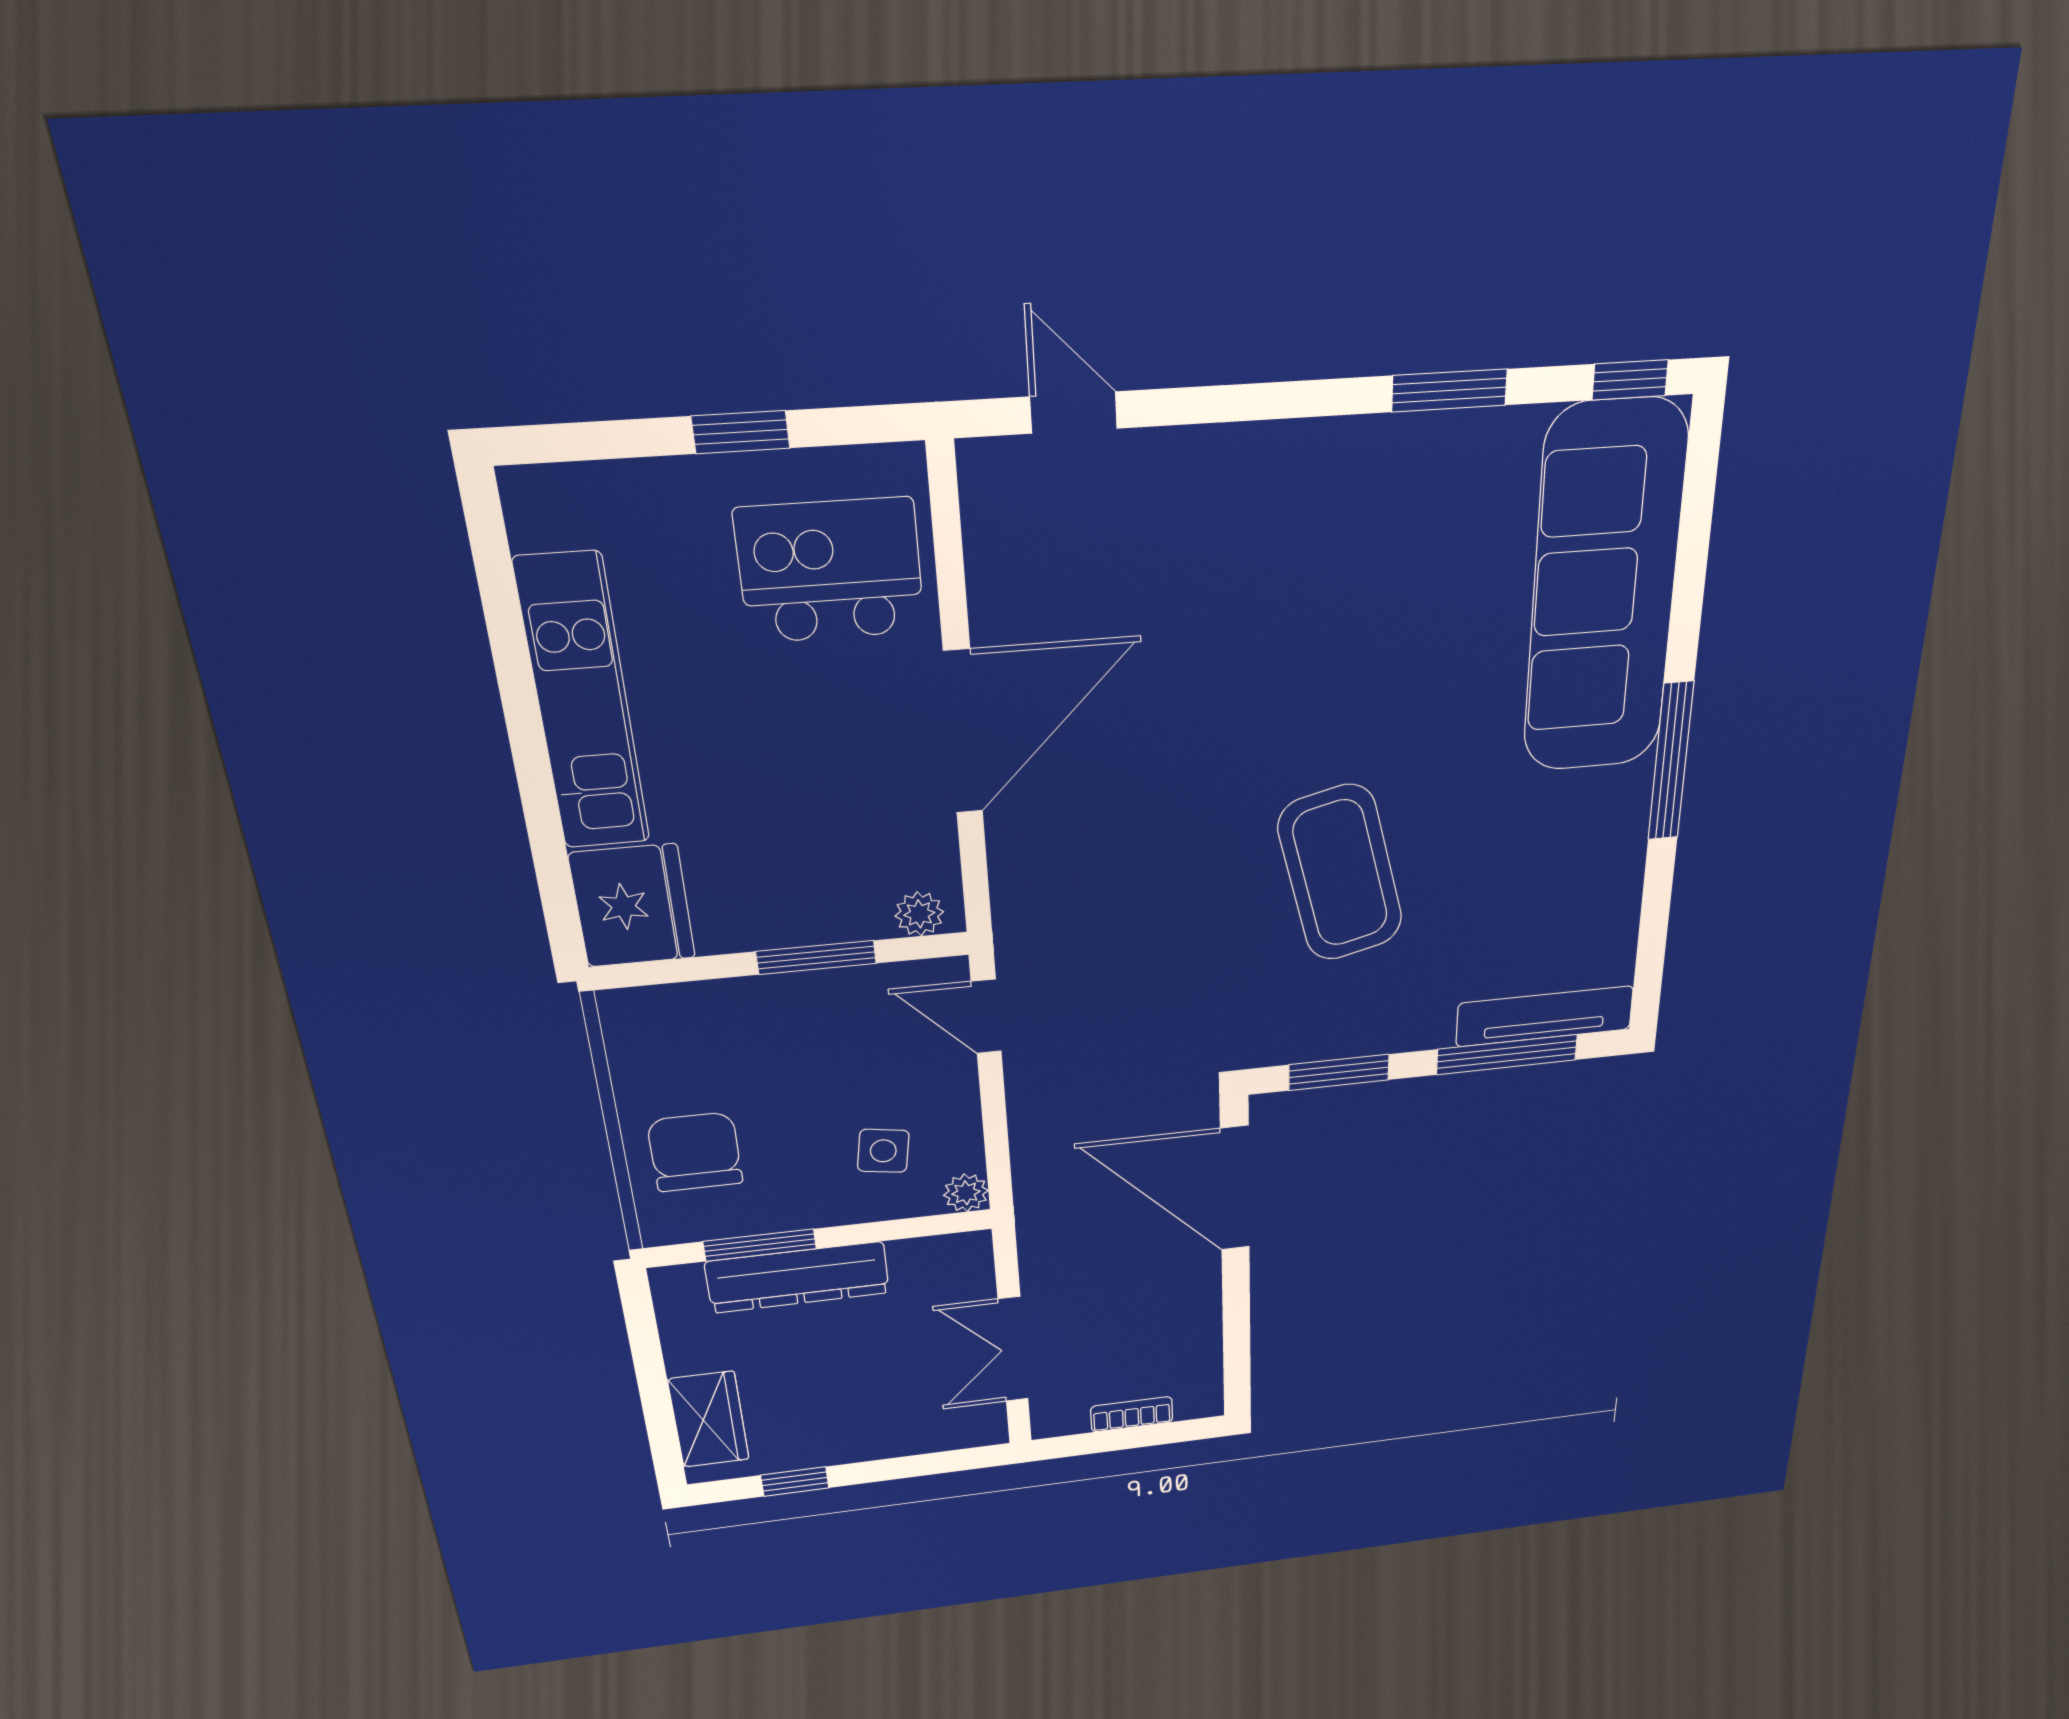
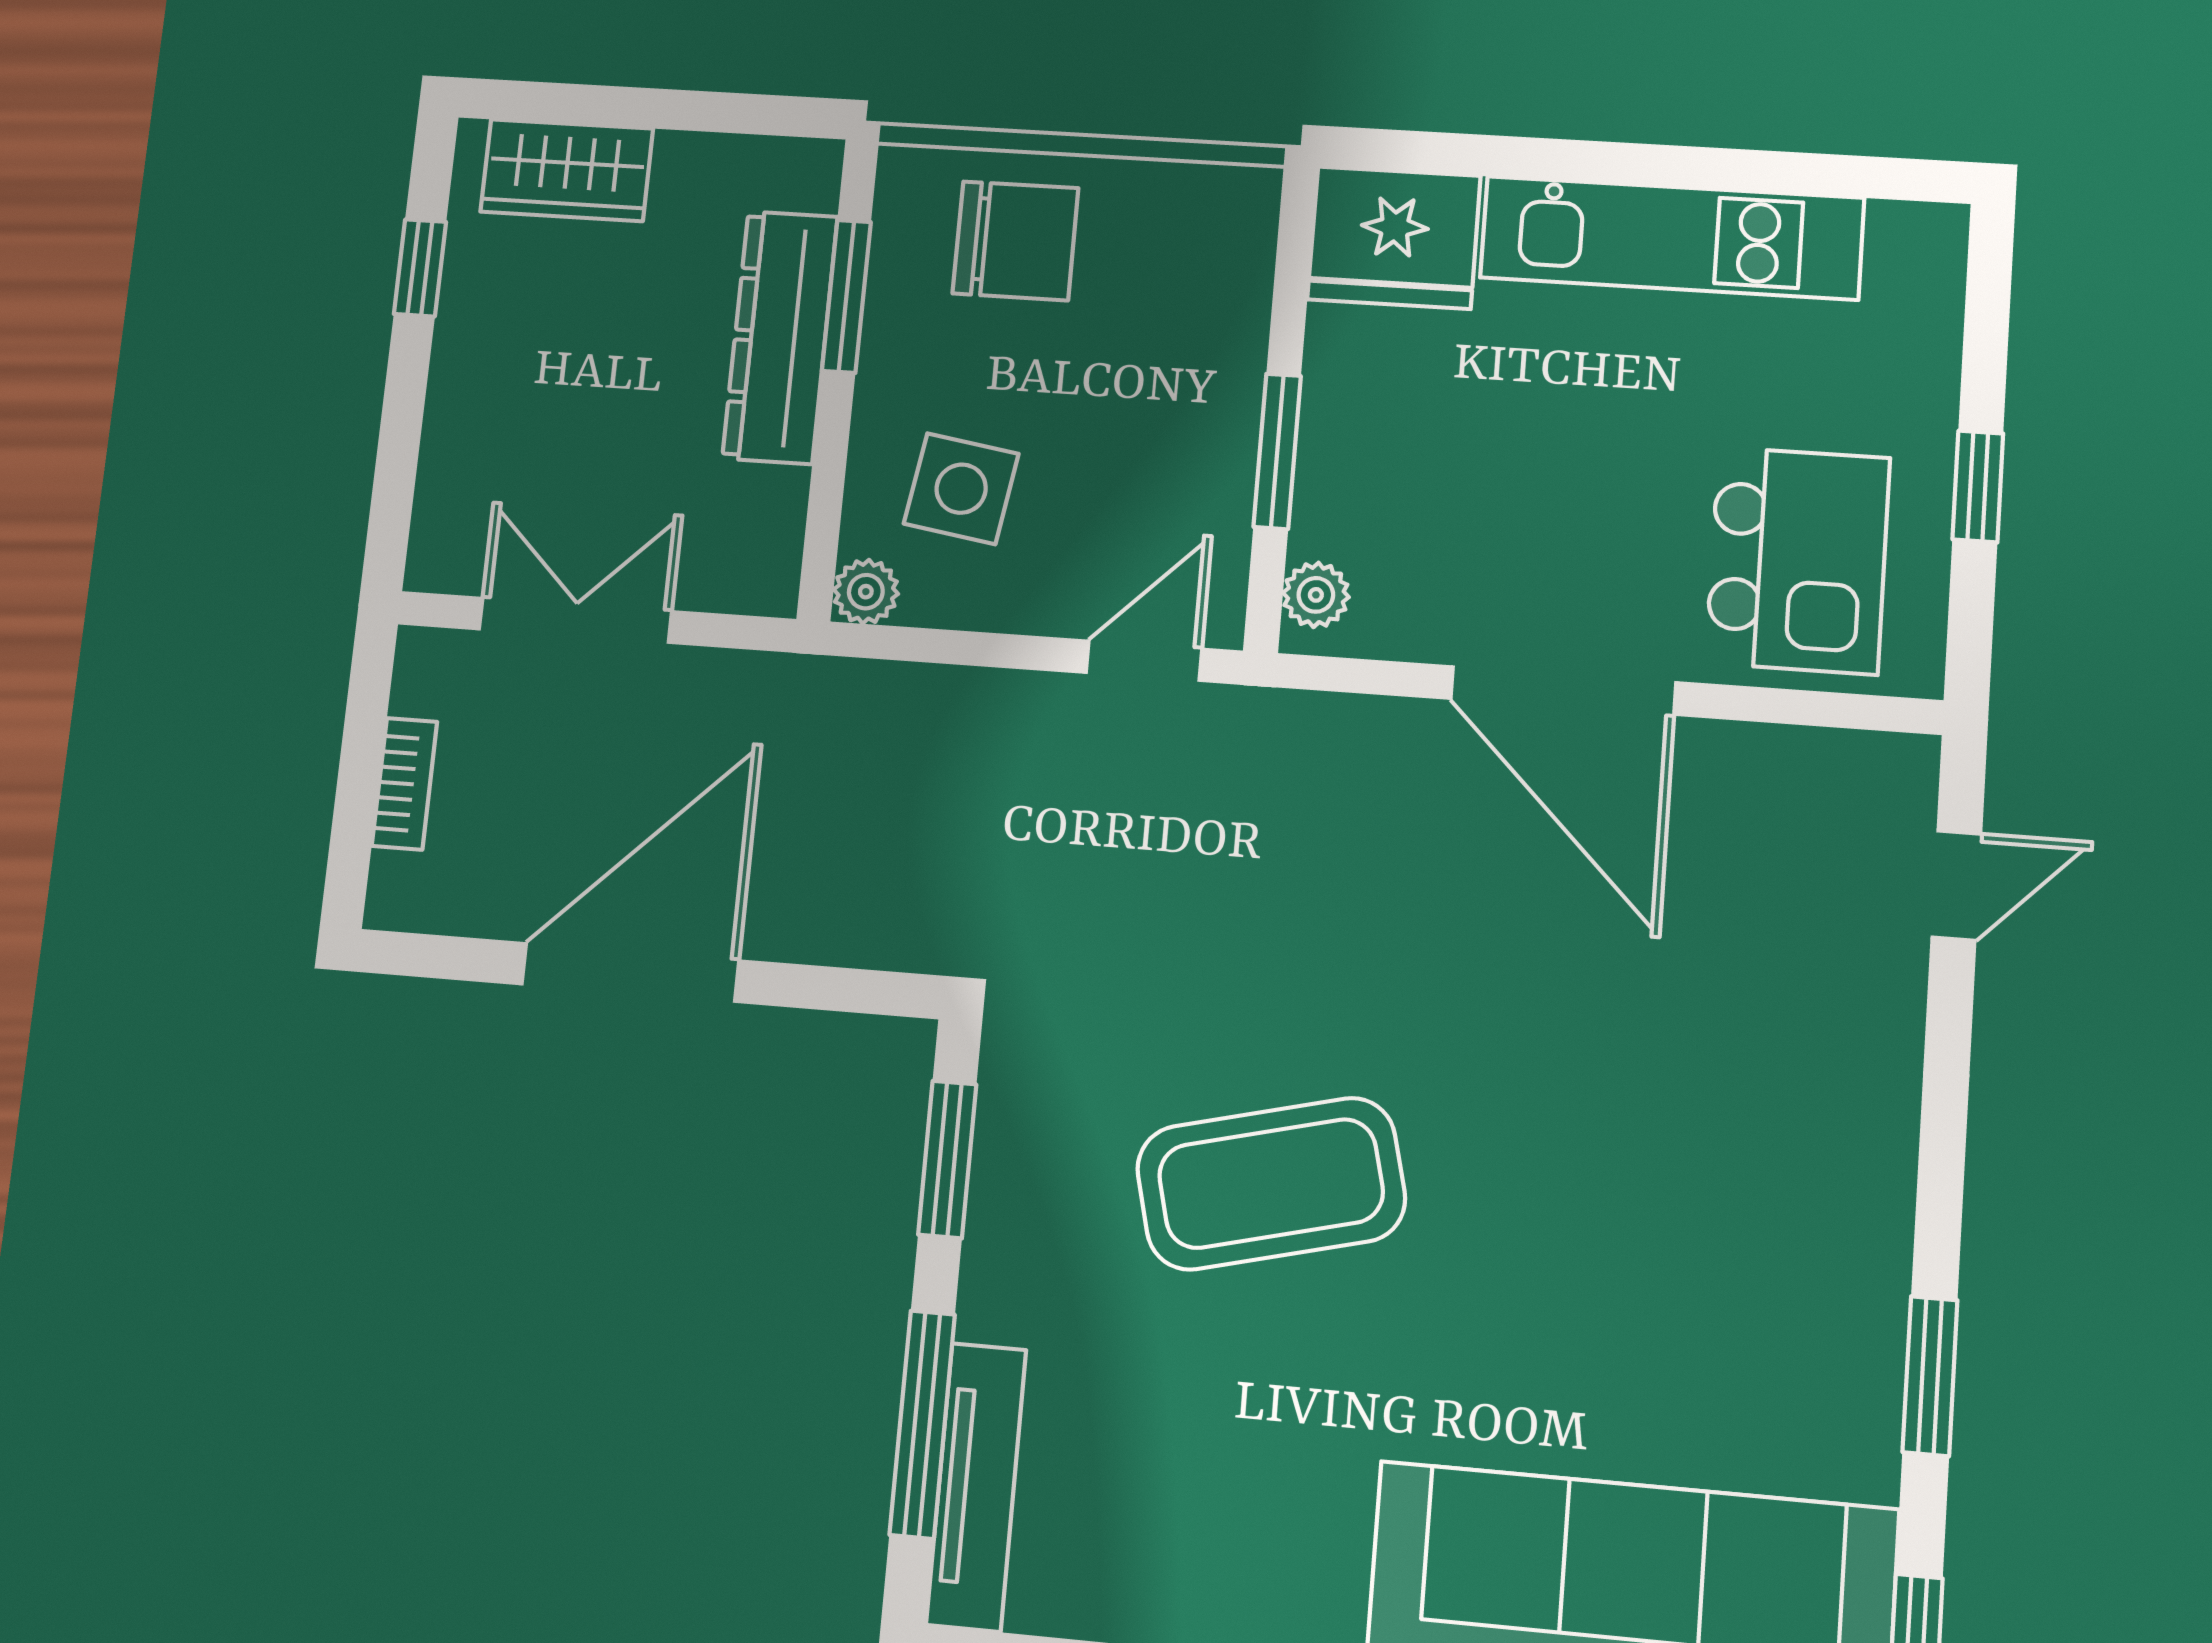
side table: (883, 1151) -> (961, 489), width x1.37, depth x1.37
door: (1235, 1188) -> (630, 972), moved

